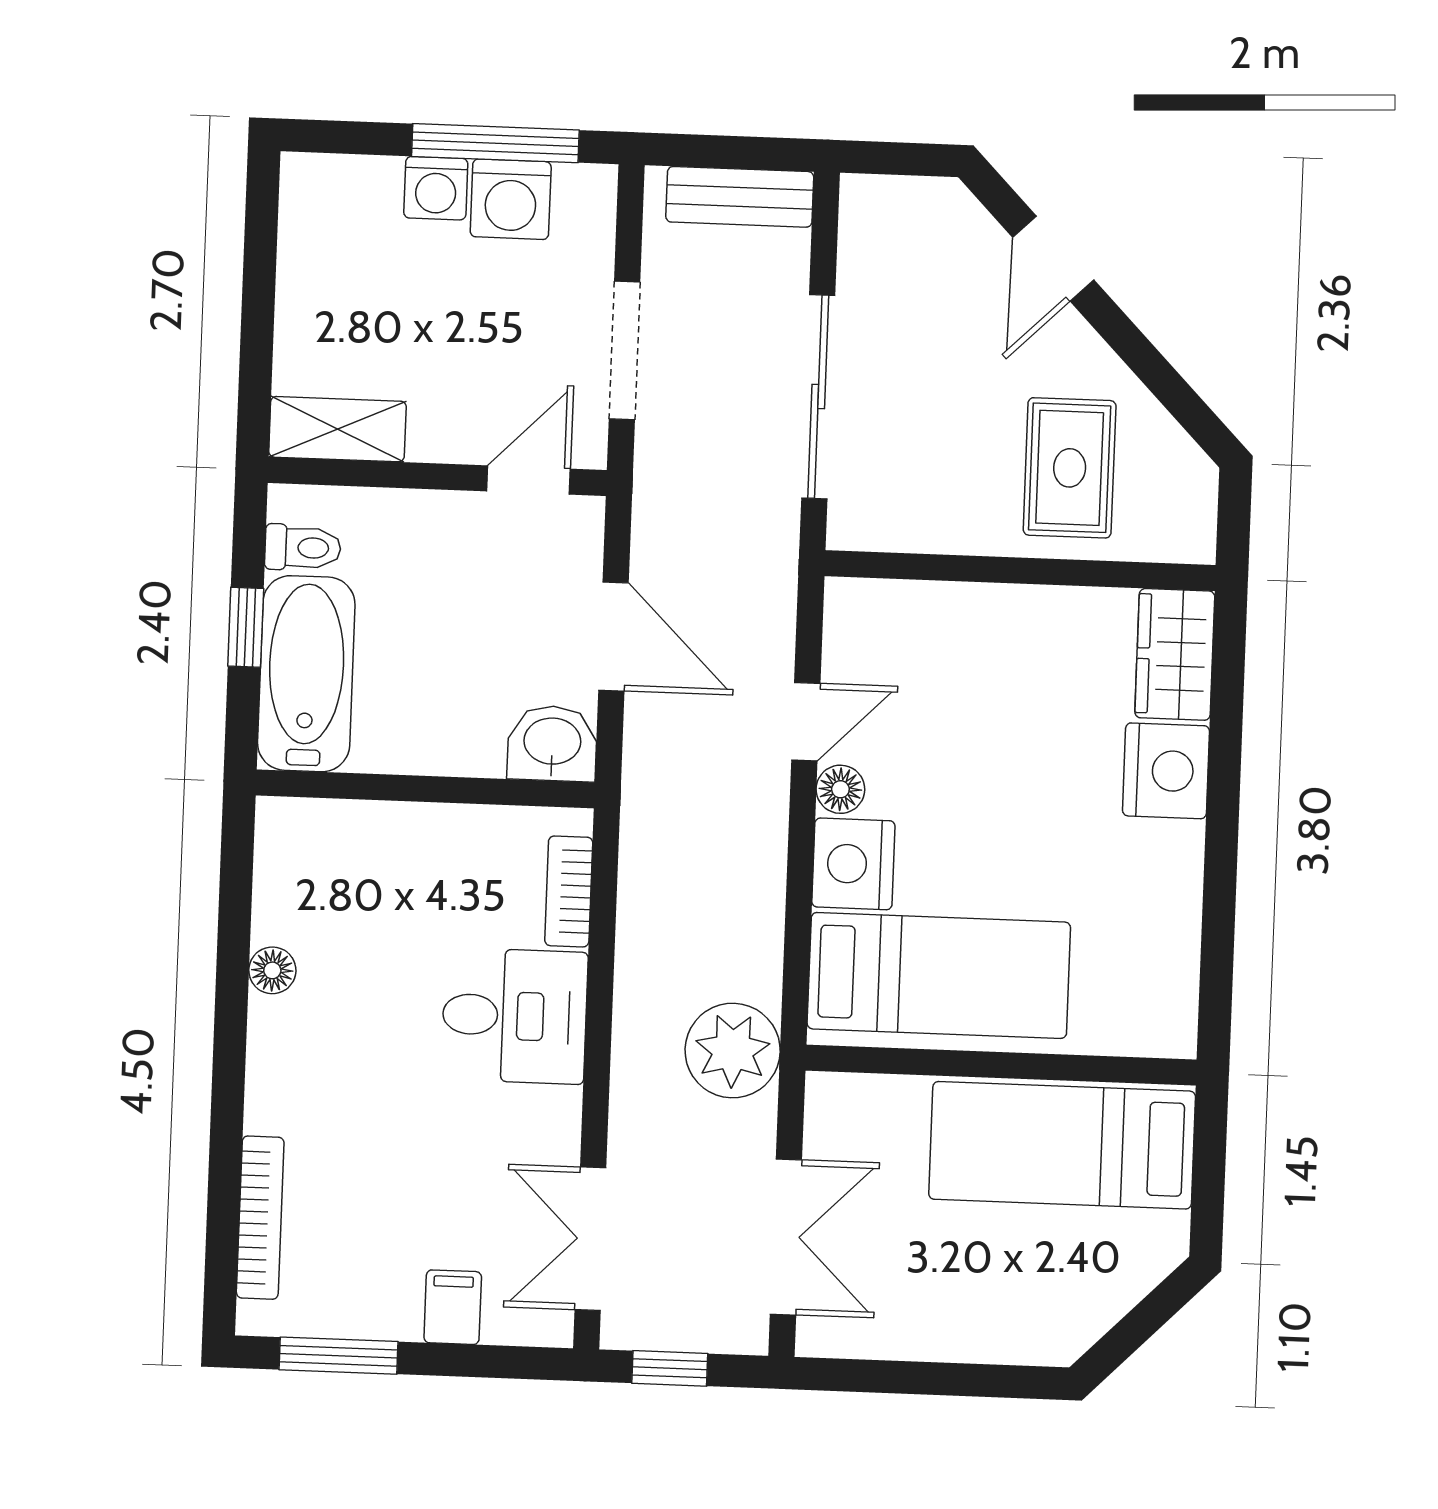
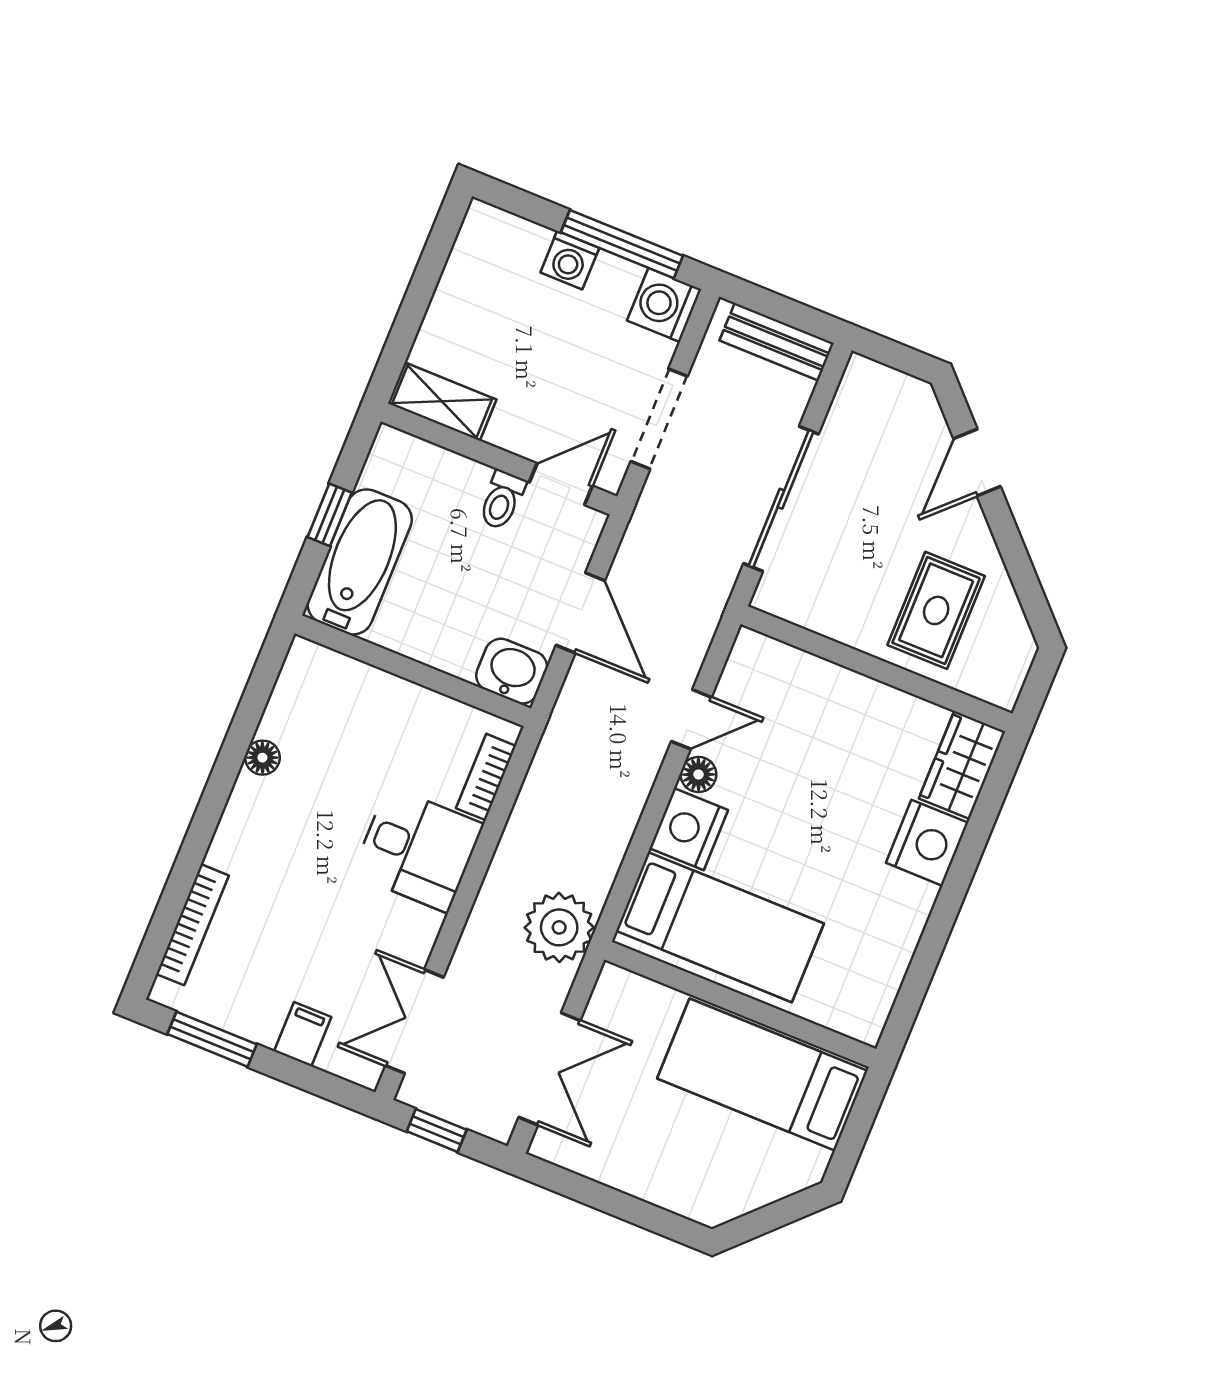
washing machine: (511, 199) -> (664, 305), moved, turned 90
toilet: (303, 548) -> (502, 500), moved, turned 90

